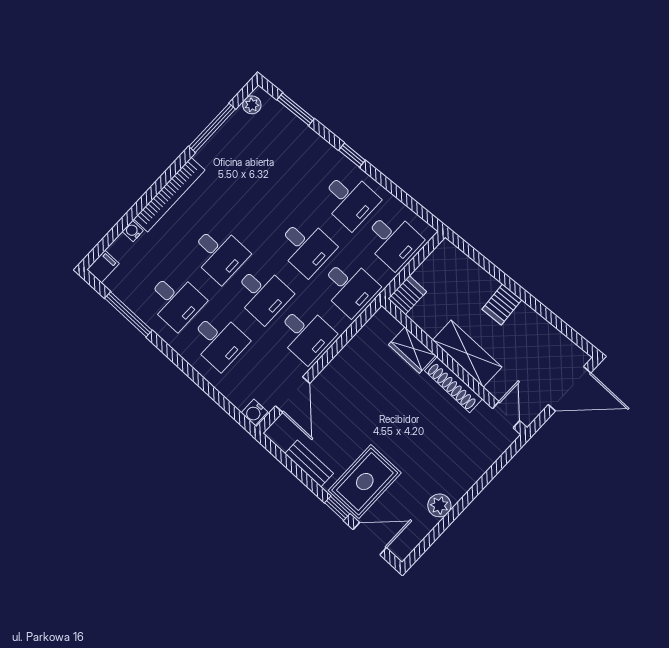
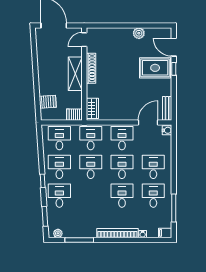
desk: (306, 160) -> (59, 196), added
server rack: (502, 304) -> (48, 102), moved
wardrobe: (412, 350) -> (92, 108), moved
bench: (309, 464) -> (167, 108), moved

